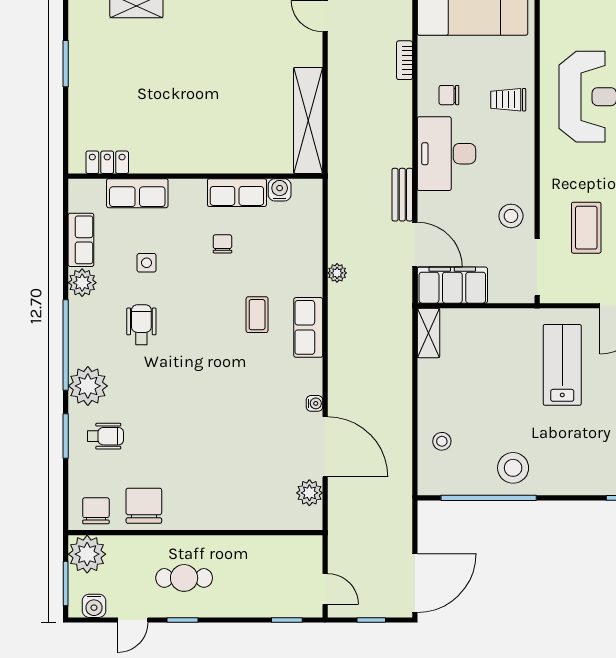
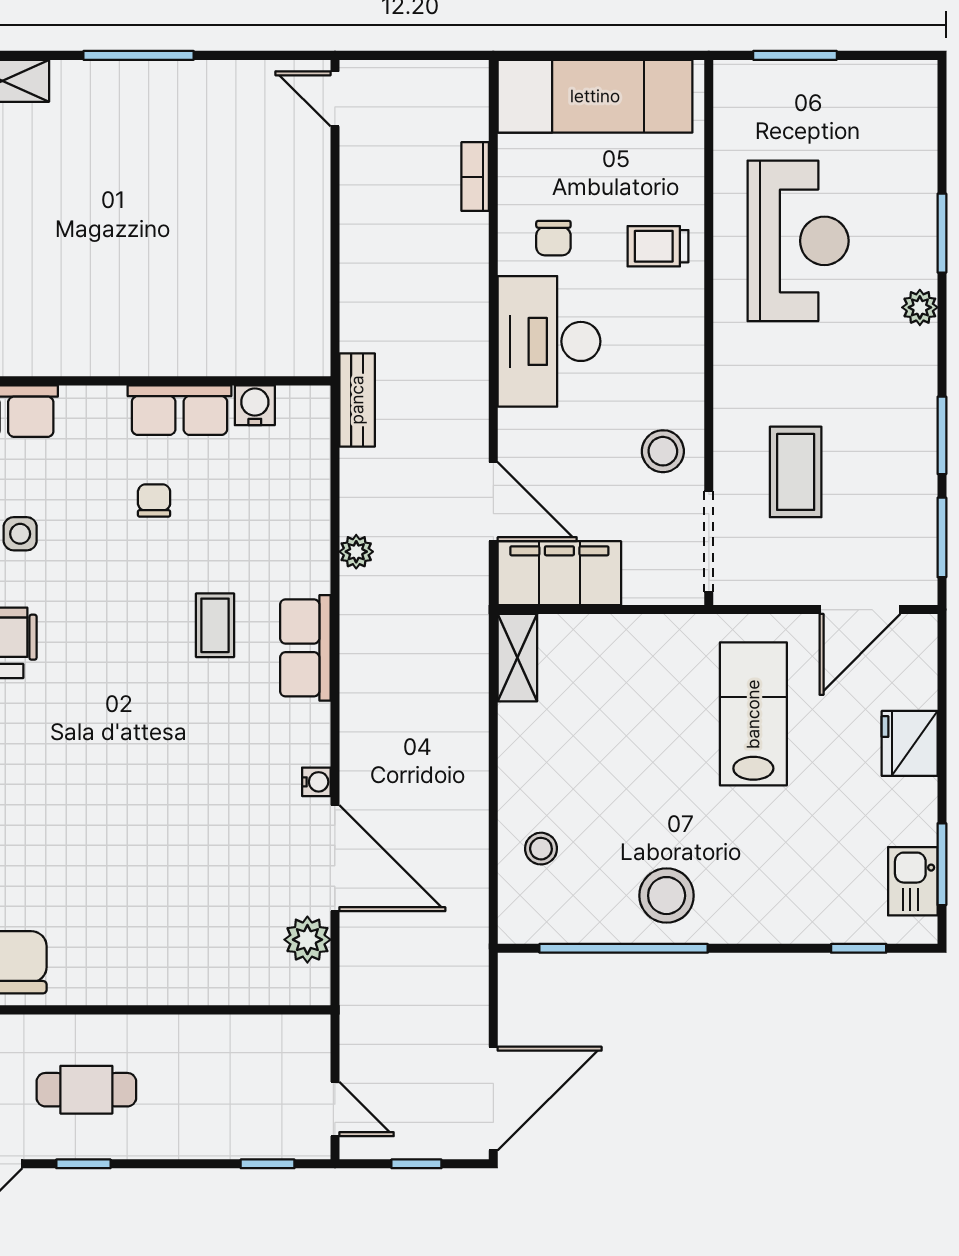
chair: (449, 95) -> (553, 238), turned -90
shelving: (308, 120) -> (305, 283), removed
bench: (402, 195) -> (357, 400), moved

